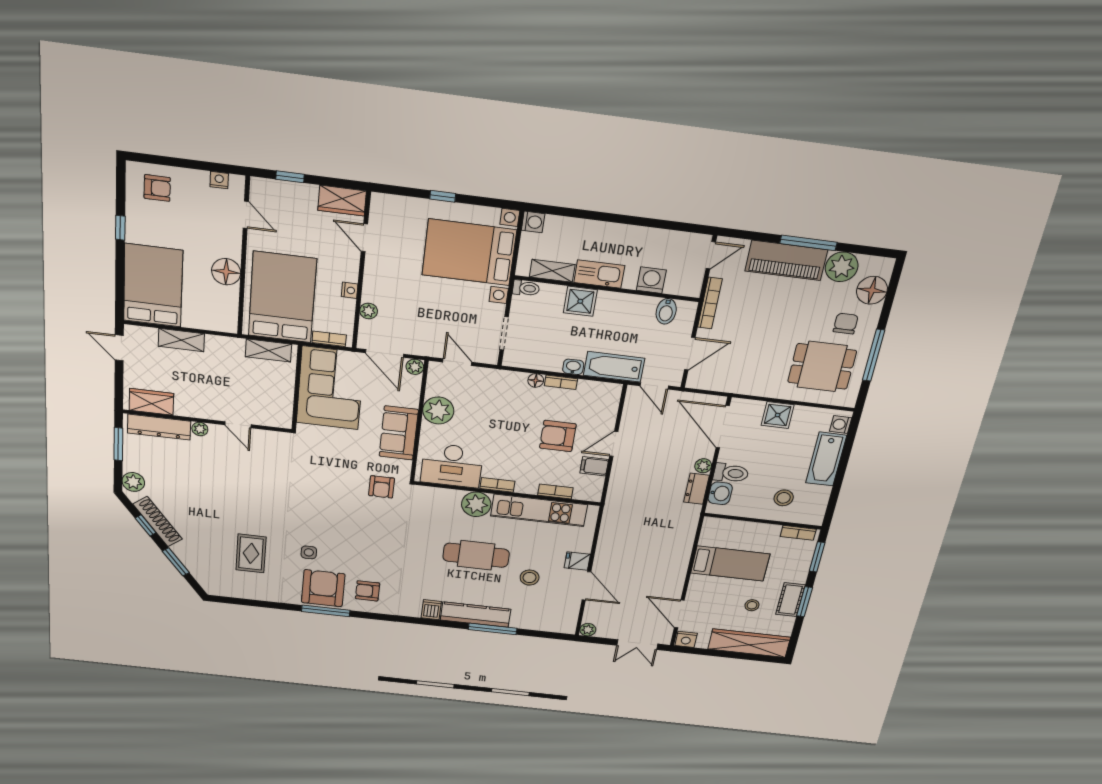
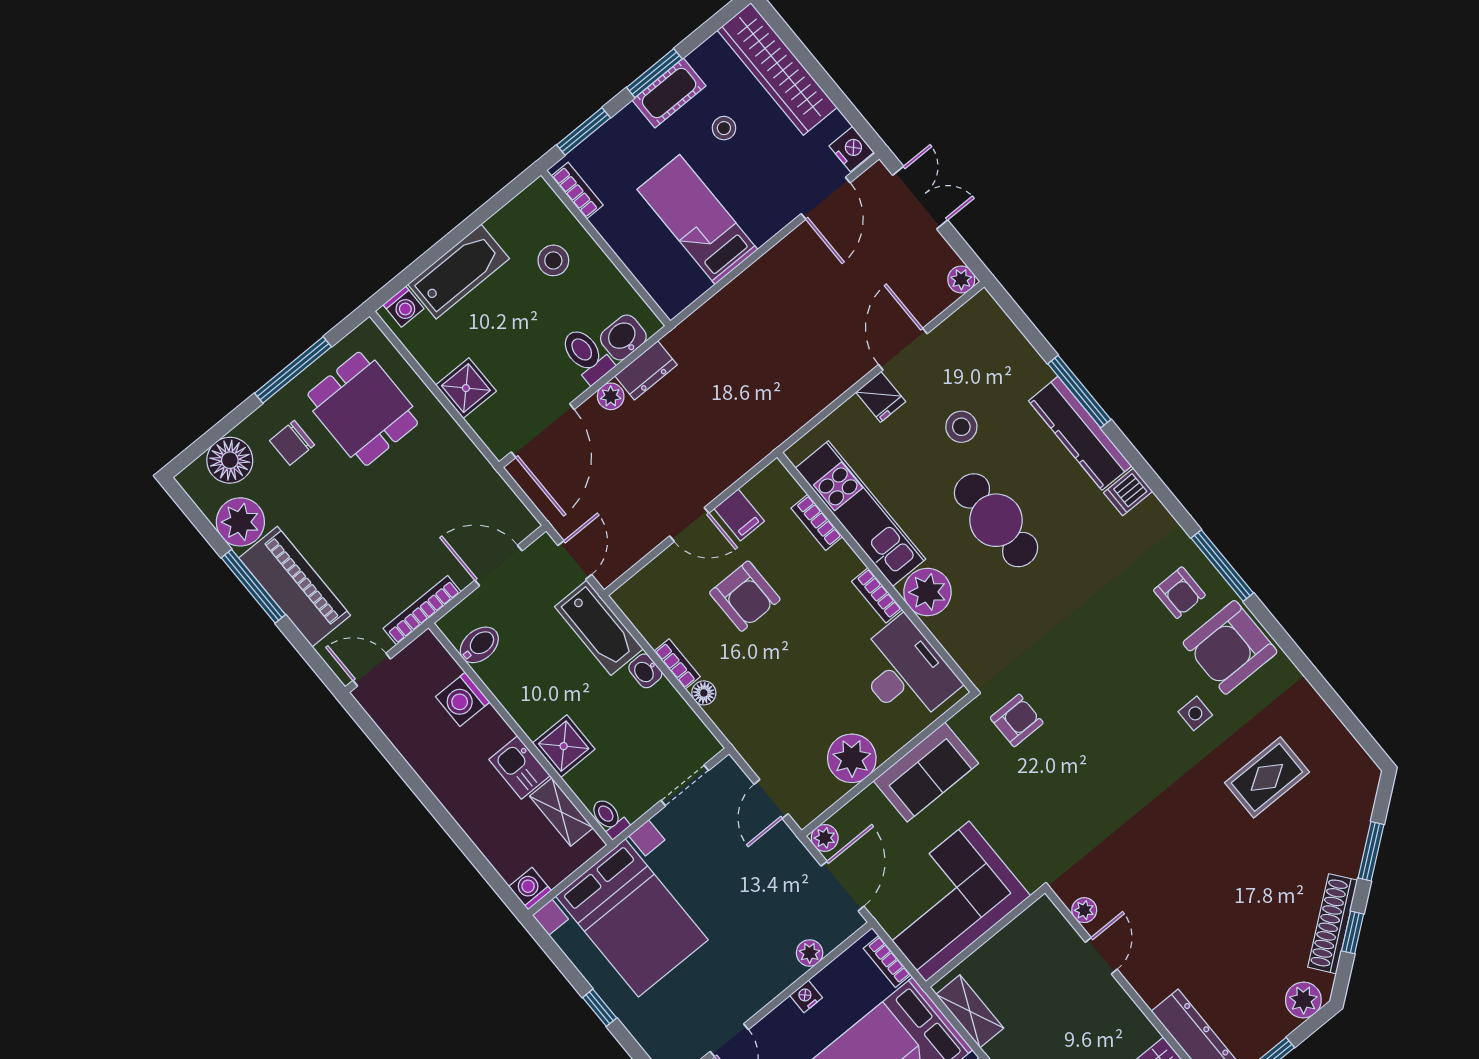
kitchen sink: (599, 274) -> (519, 768), width x0.73
plant: (200, 429) -> (1084, 910), moved
window: (326, 611) -> (1222, 566), moved

